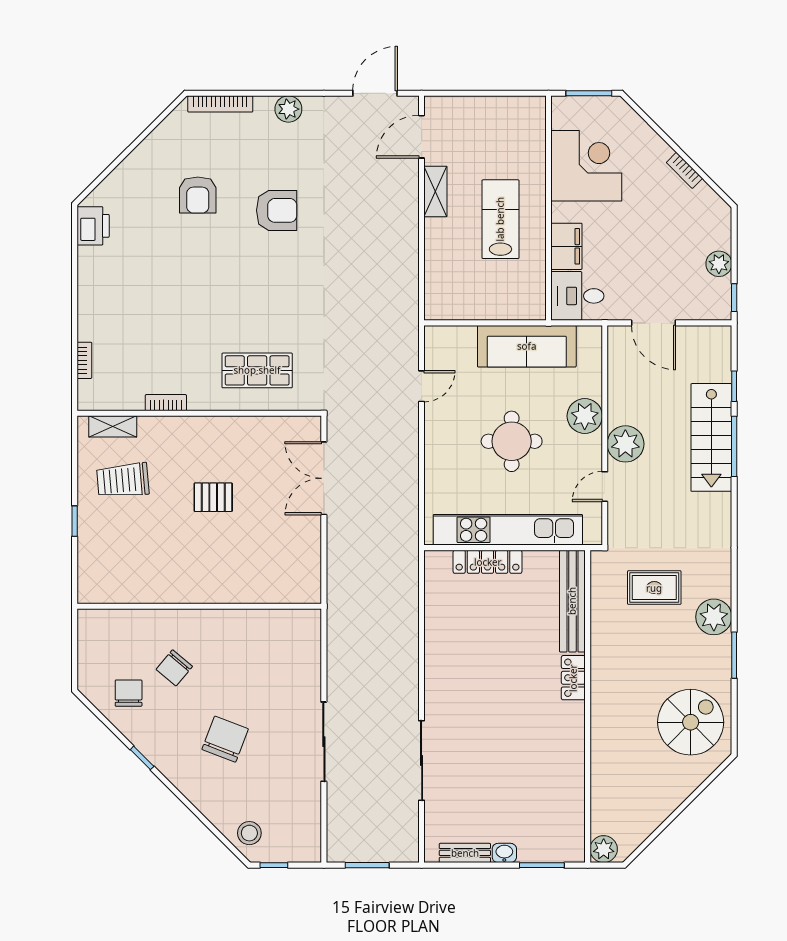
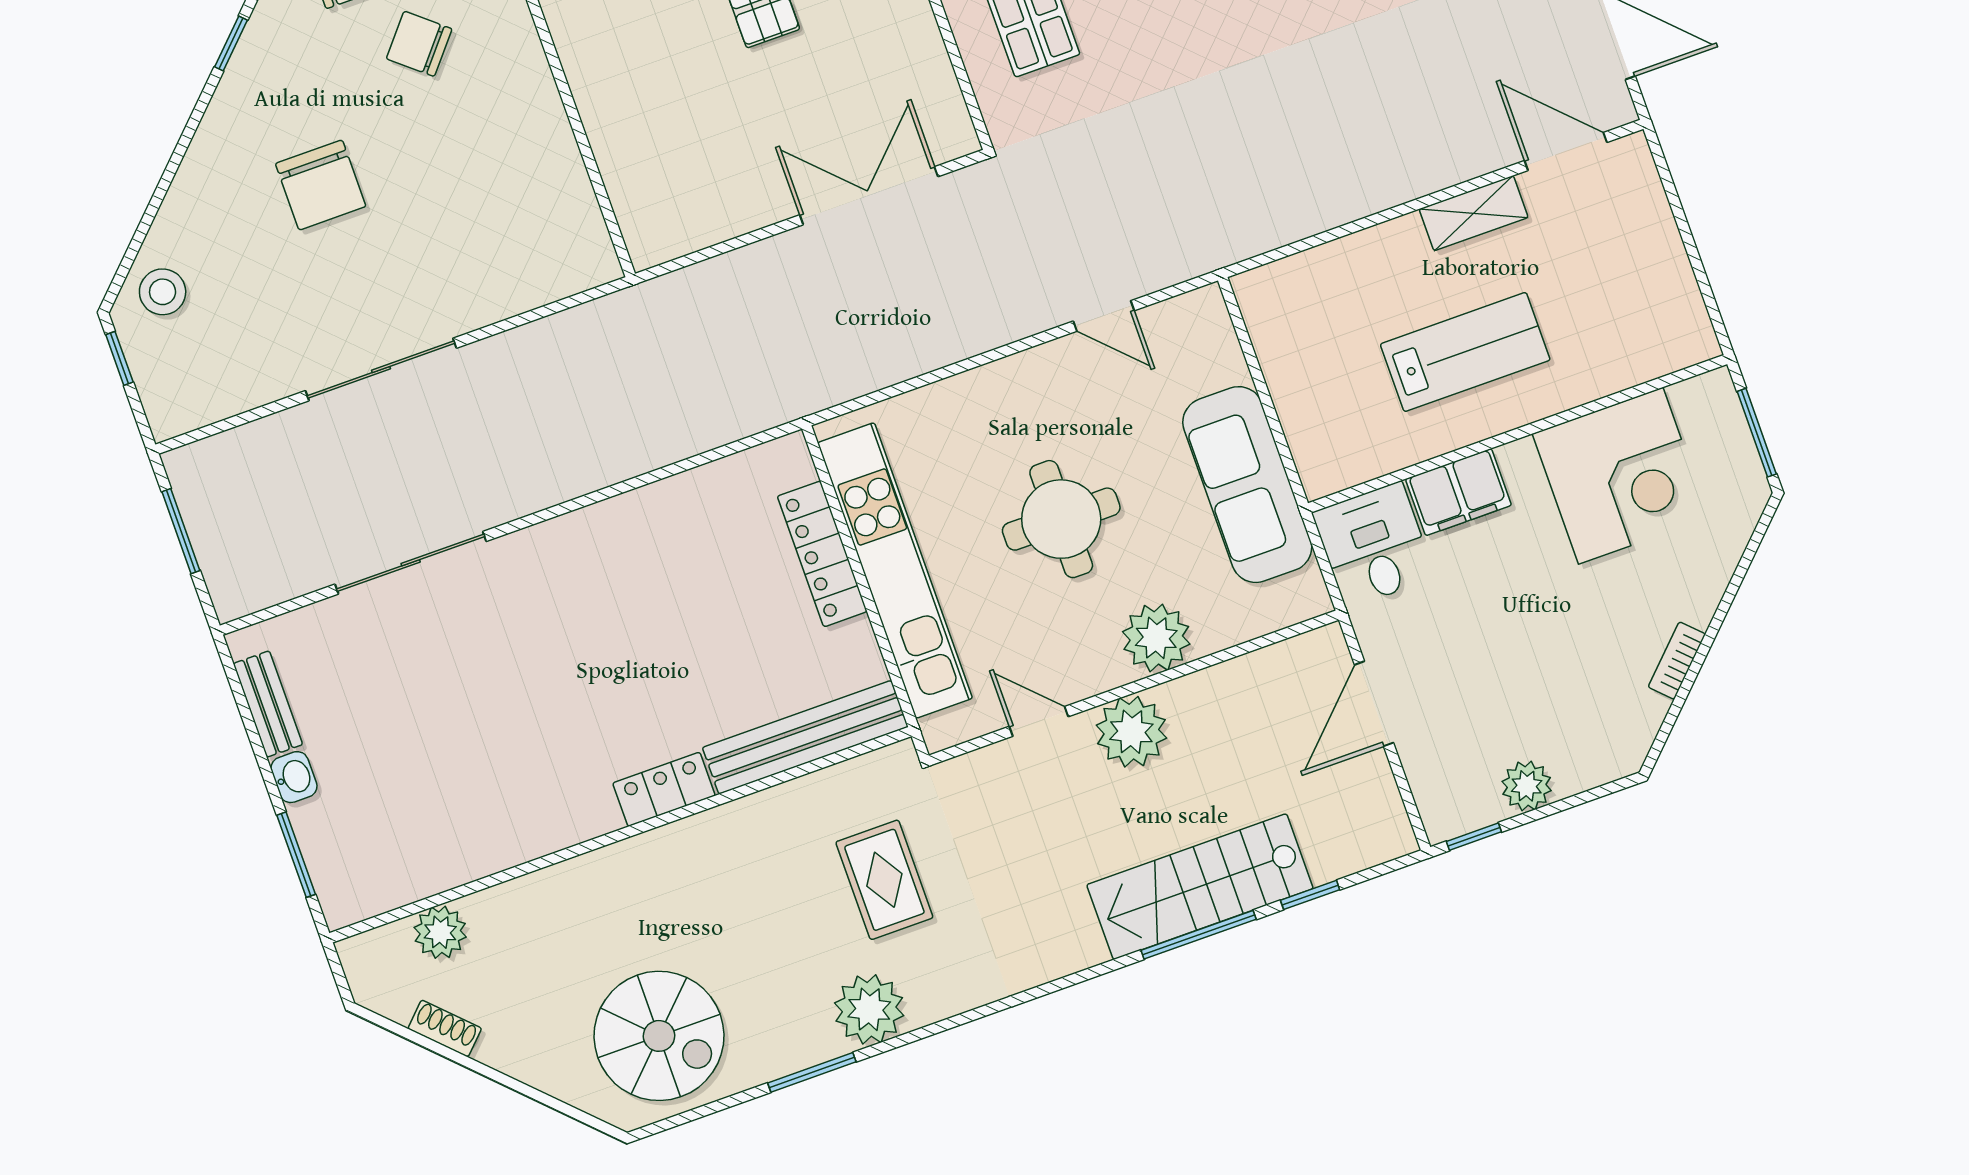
chair: (225, 739) -> (321, 185), turned 69
shoe rack: (650, 824) -> (445, 1028), added
plant: (604, 849) -> (440, 932), moved

